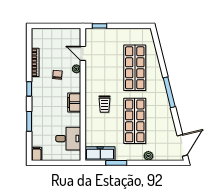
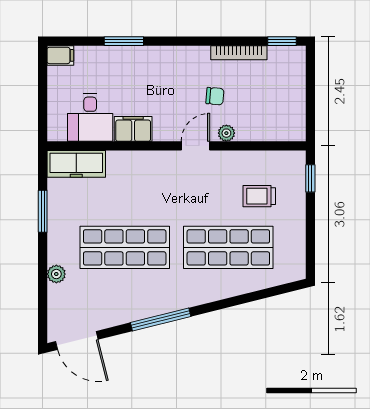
door: (83, 53) -> (195, 146), moved
window: (29, 89) -> (282, 41), moved
window: (169, 92) -> (161, 320), moved
filing cabinet: (74, 103) -> (133, 129), moved
trolley: (104, 104) -> (259, 196), moved
freezer: (100, 154) -> (76, 164), moved, turned 90

